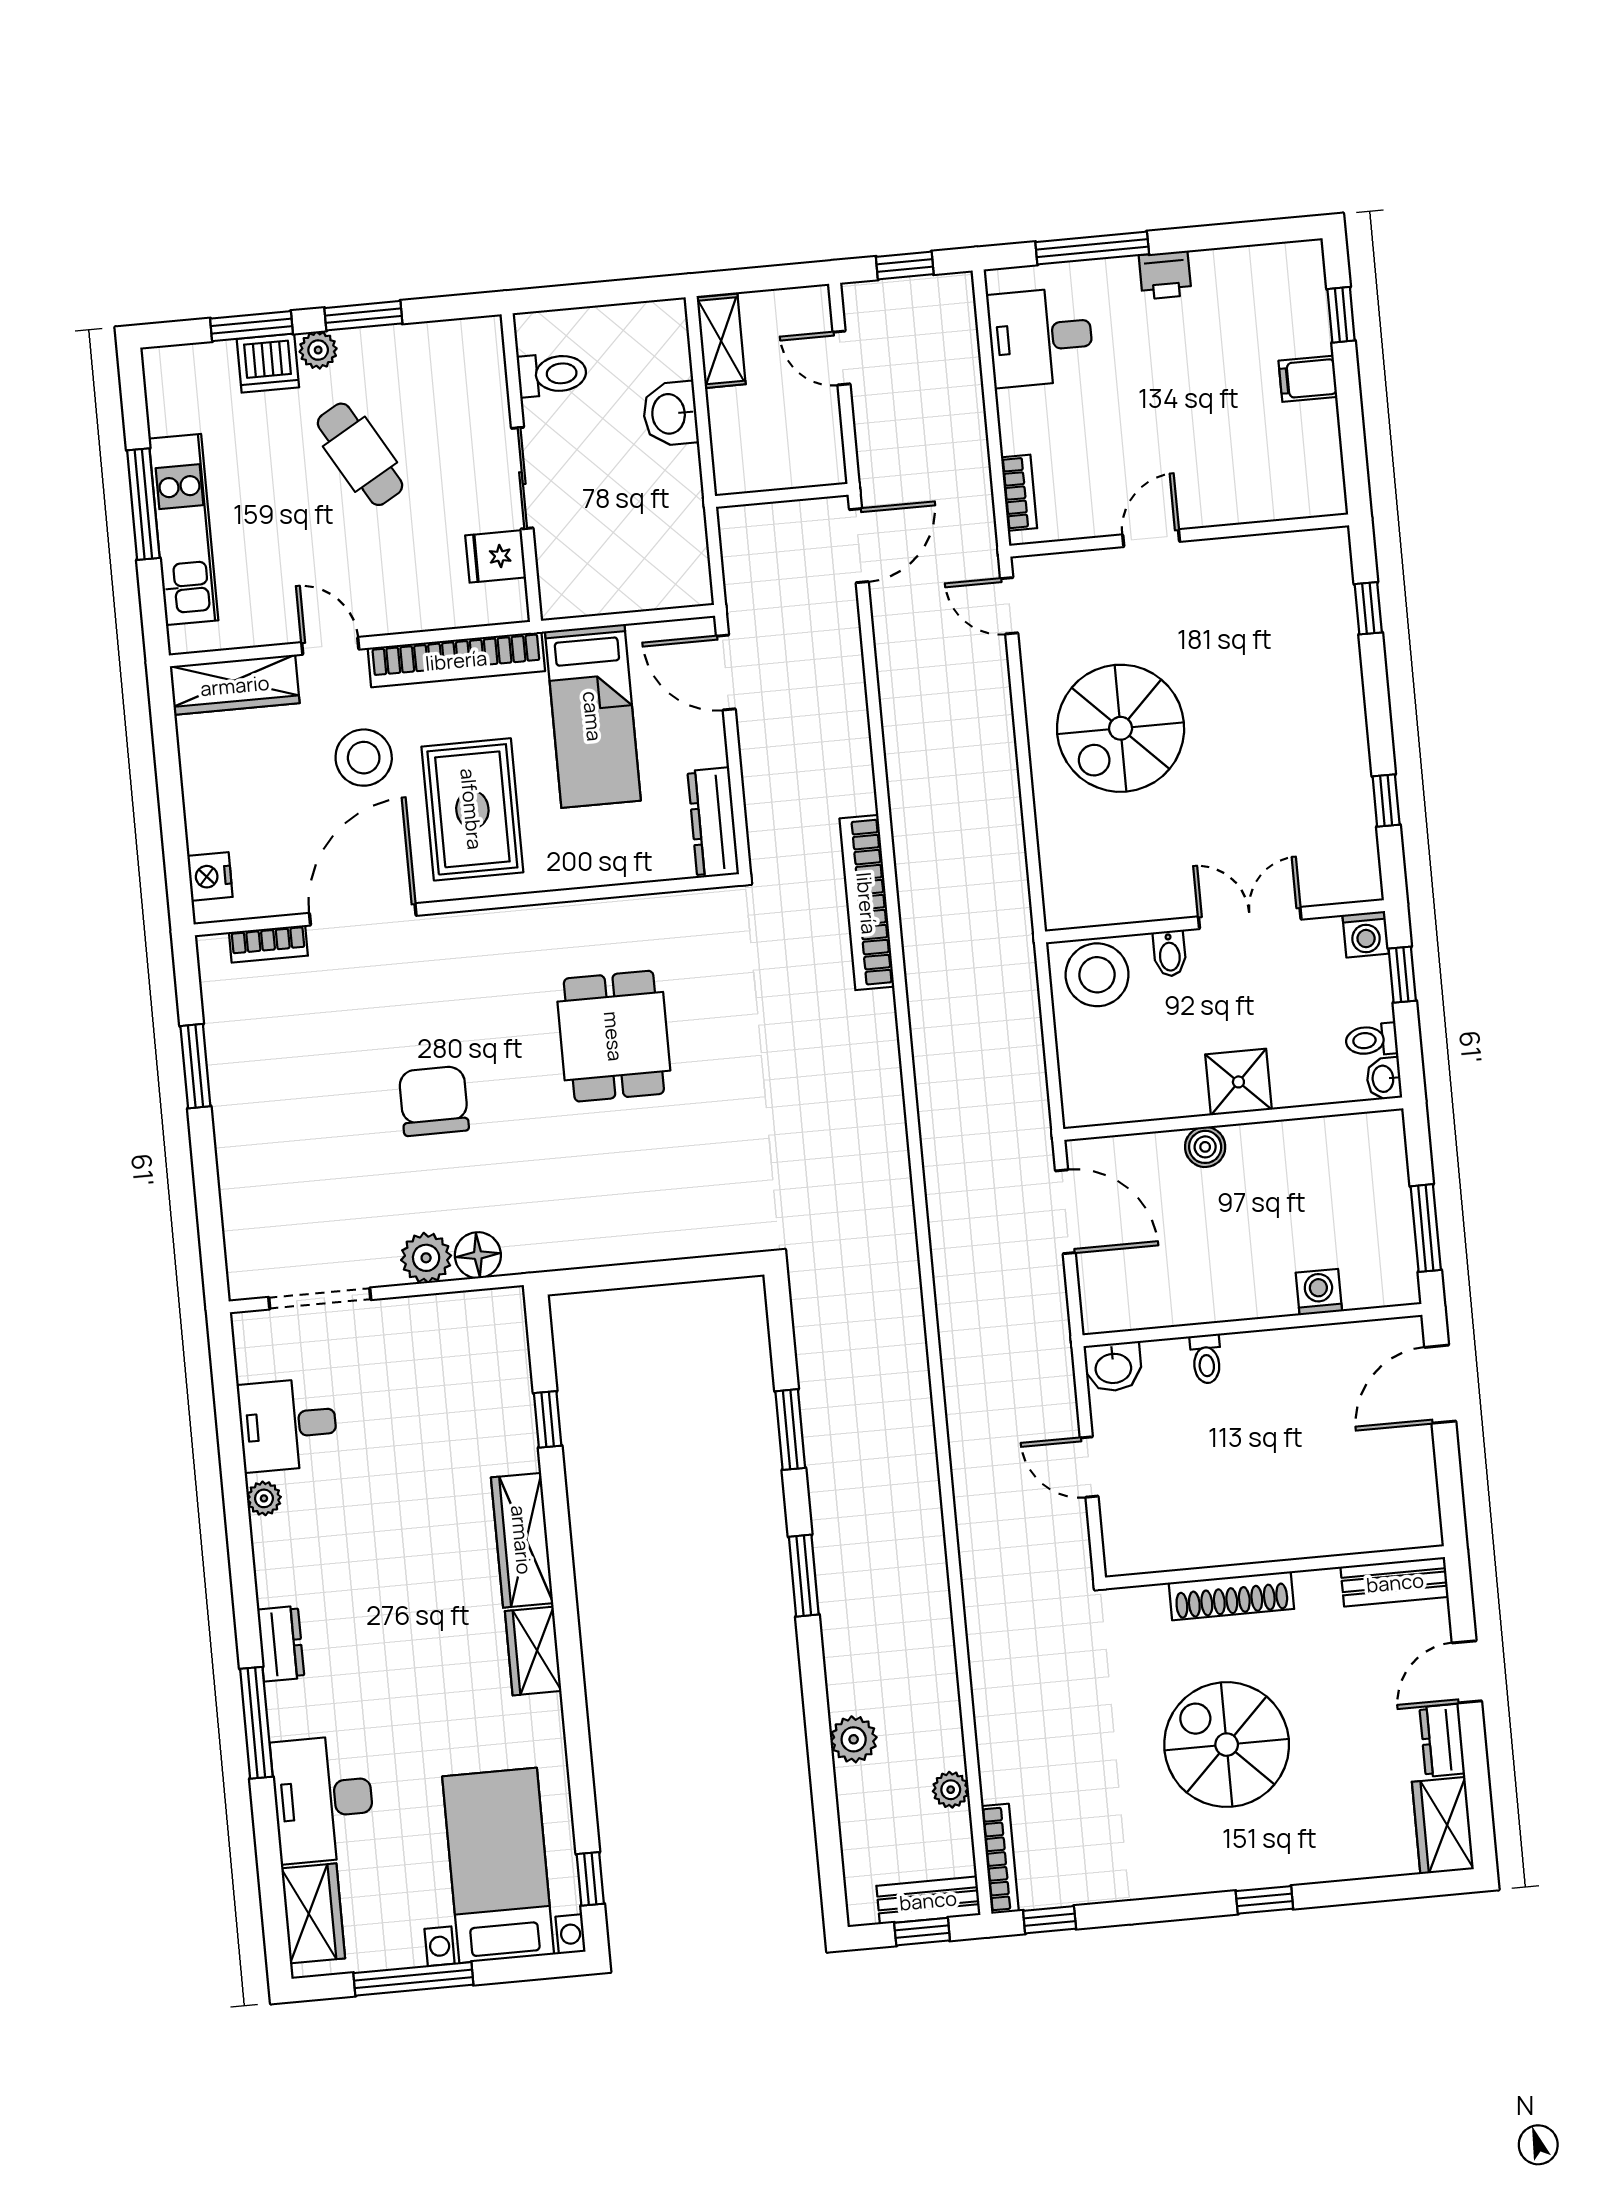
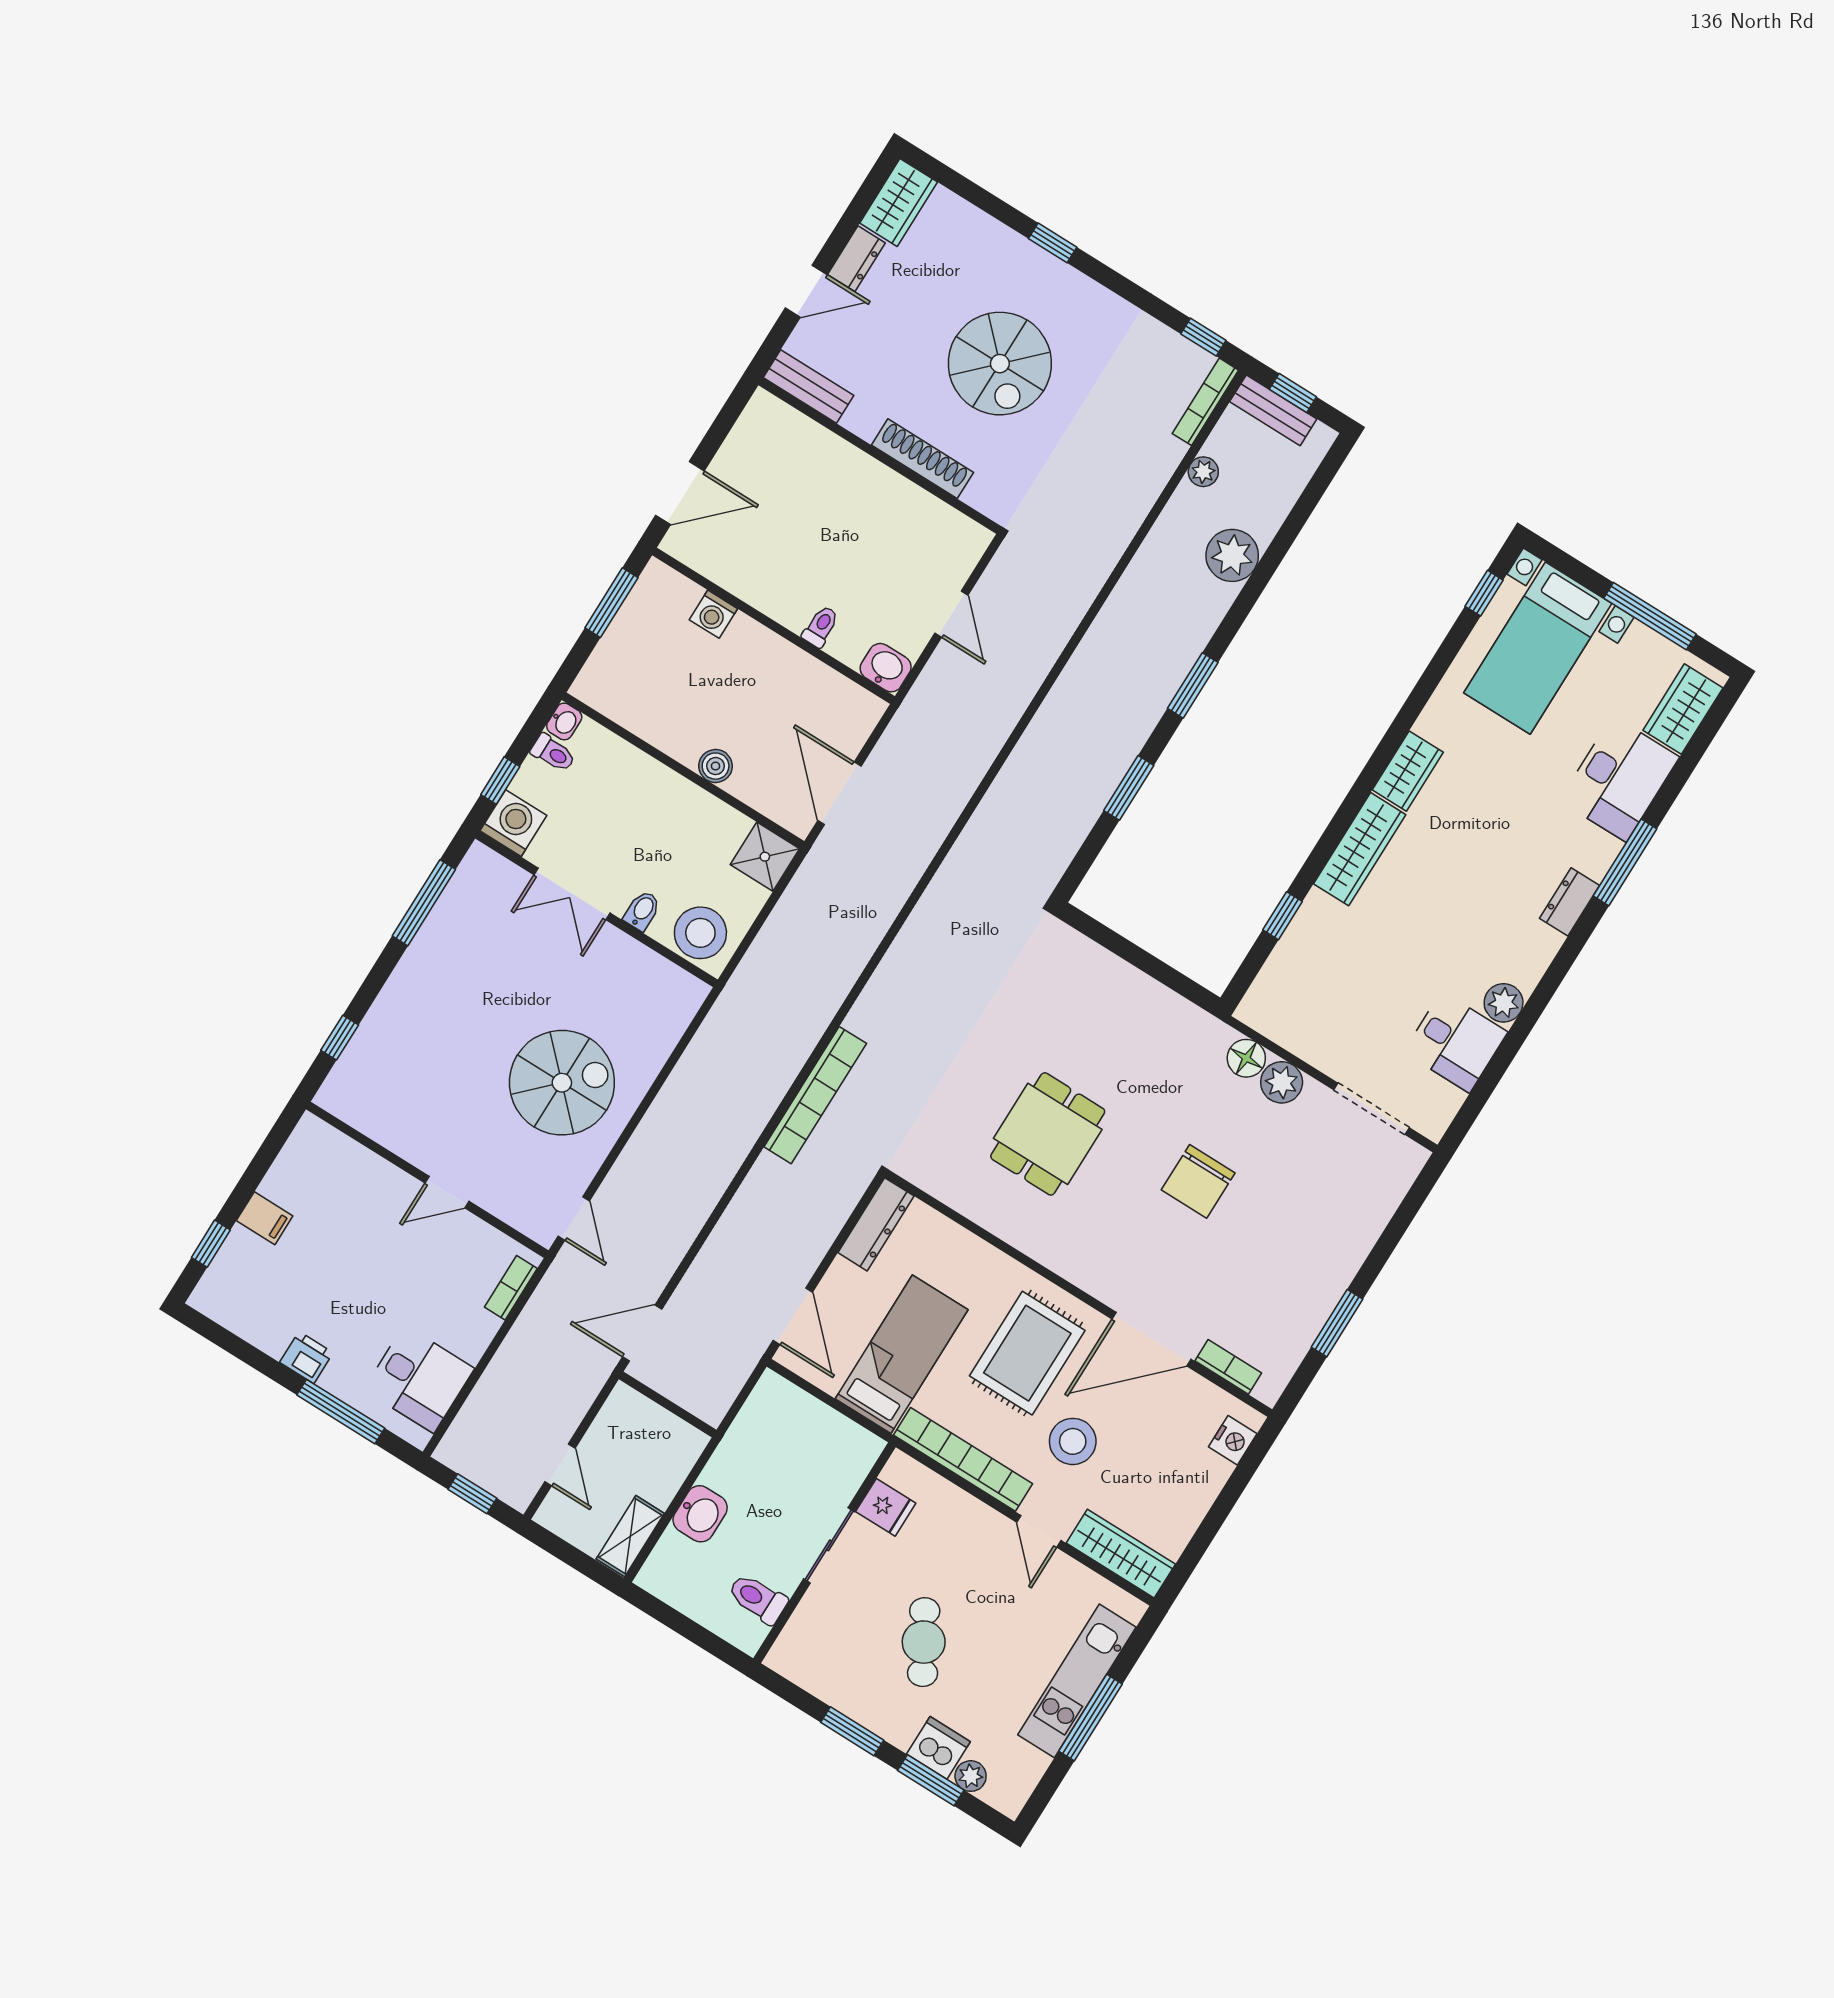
plant: (318, 350) -> (971, 1776), moved
window: (1386, 801) -> (424, 903), width x2.17
washing machine: (1366, 934) -> (513, 823), width x1.38, depth x1.38
shower: (1238, 1082) -> (765, 857), moved
plant: (264, 1498) -> (1504, 1003), width x1.38, depth x1.38
plant: (854, 1739) -> (1232, 555), width x1.36, depth x1.36

